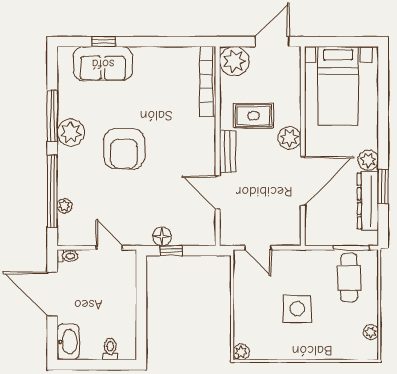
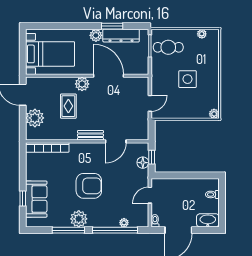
bookcase: (208, 82) -> (47, 147), moved
wall: (218, 146) -> (87, 141), moved
bench: (228, 151) -> (90, 135), moved
door: (218, 193) -> (116, 141), moved

